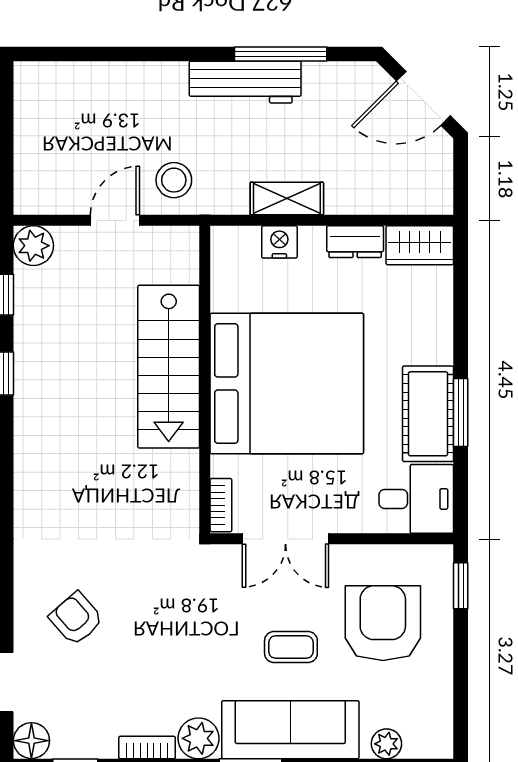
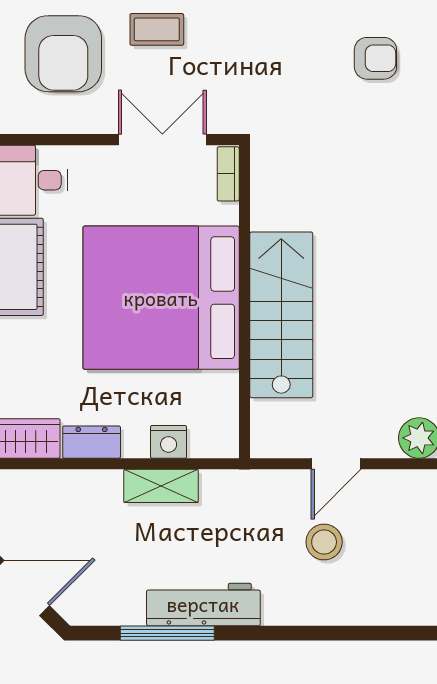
stool: (174, 180) -> (324, 542), moved
armchair: (76, 619) -> (375, 58), turned -49

